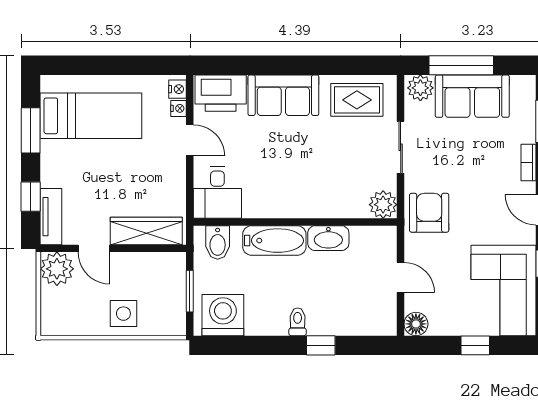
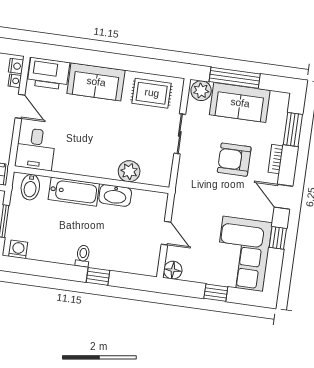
plant: (383, 205) -> (129, 171), moved
armchair: (429, 213) -> (234, 160), moved, turned -90
washing machine: (223, 315) -> (18, 249), width x0.53, depth x0.53

